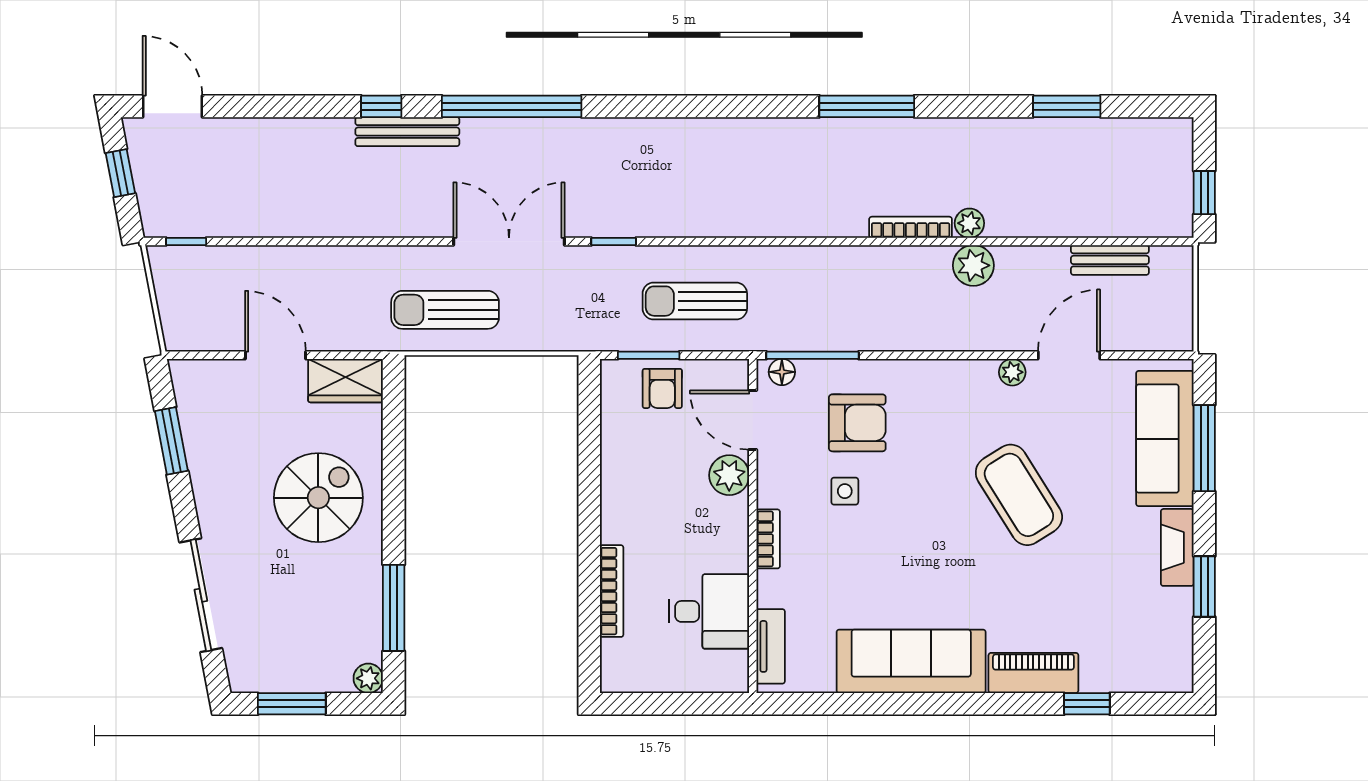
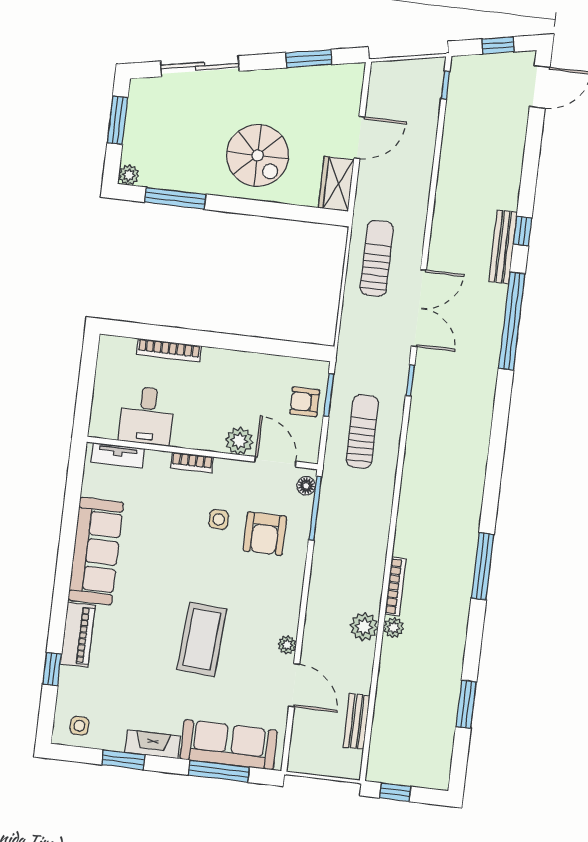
door: (753, 420) -> (275, 462), hinge flipped
coffee table: (1019, 495) -> (202, 639), turned -54
side table: (1163, 655) -> (79, 726), added

